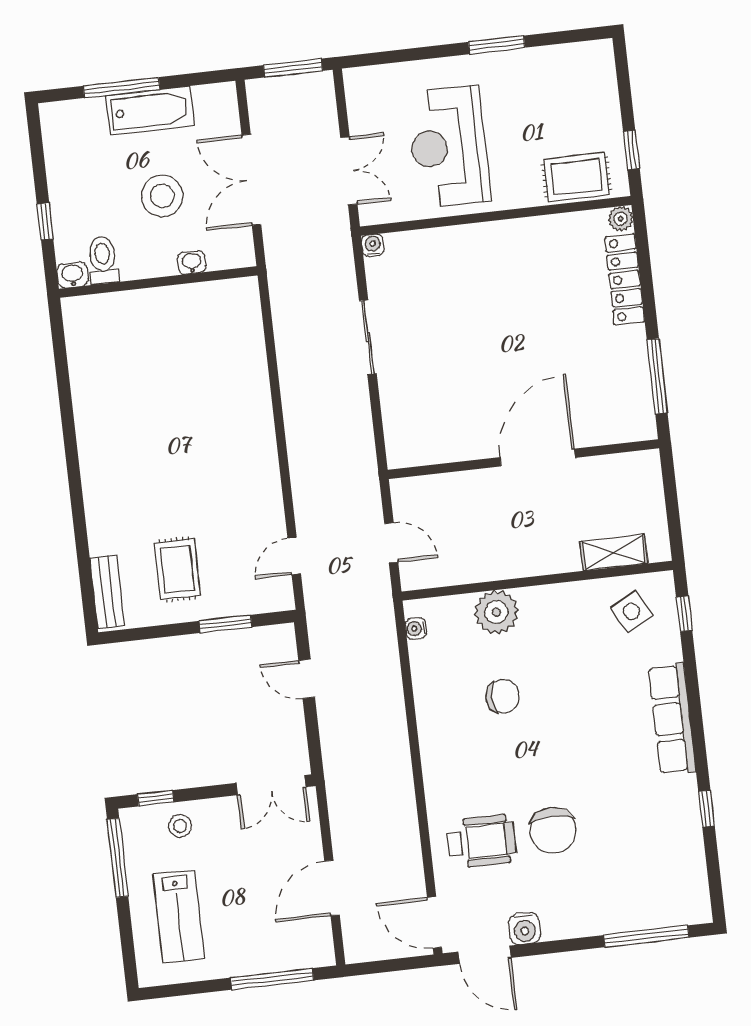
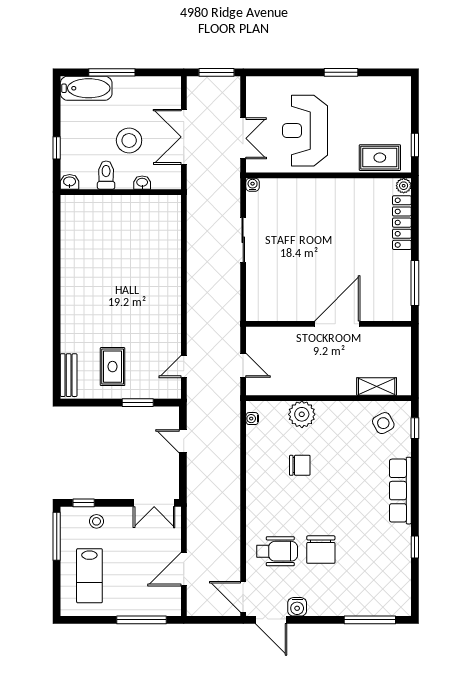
bathtub: (150, 111) -> (86, 88), moved
toilet: (103, 260) -> (106, 175), moved

